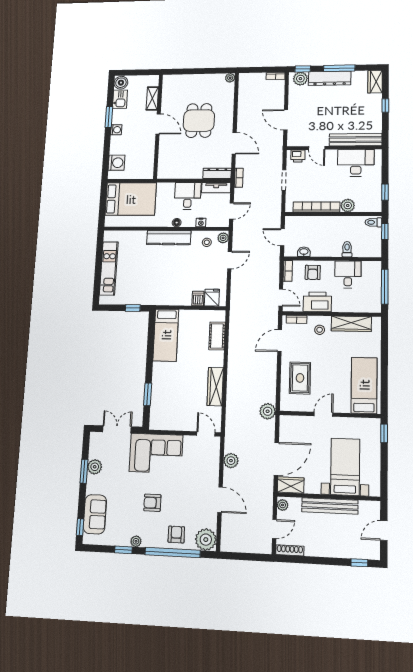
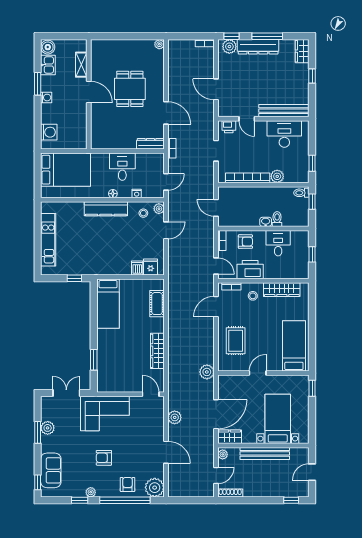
tv unit: (216, 188) -> (150, 158), removed
washbasin: (304, 252) -> (266, 222), moved
armchair: (313, 272) -> (245, 242), turned -90
window: (385, 287) -> (312, 254), width x0.46

